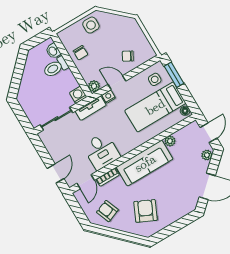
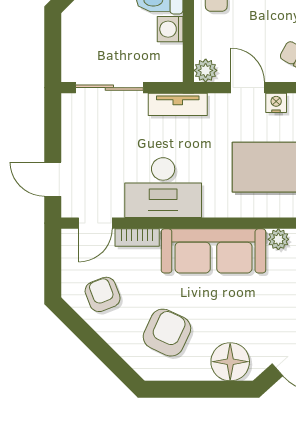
washing machine: (78, 95) -> (170, 29), moved, turned -90
nightstand: (109, 97) -> (276, 103), moved
desk: (101, 151) -> (163, 188), width x1.37
door: (56, 174) -> (53, 179), swing flipped
floor lamp: (181, 207) -> (230, 362), added

